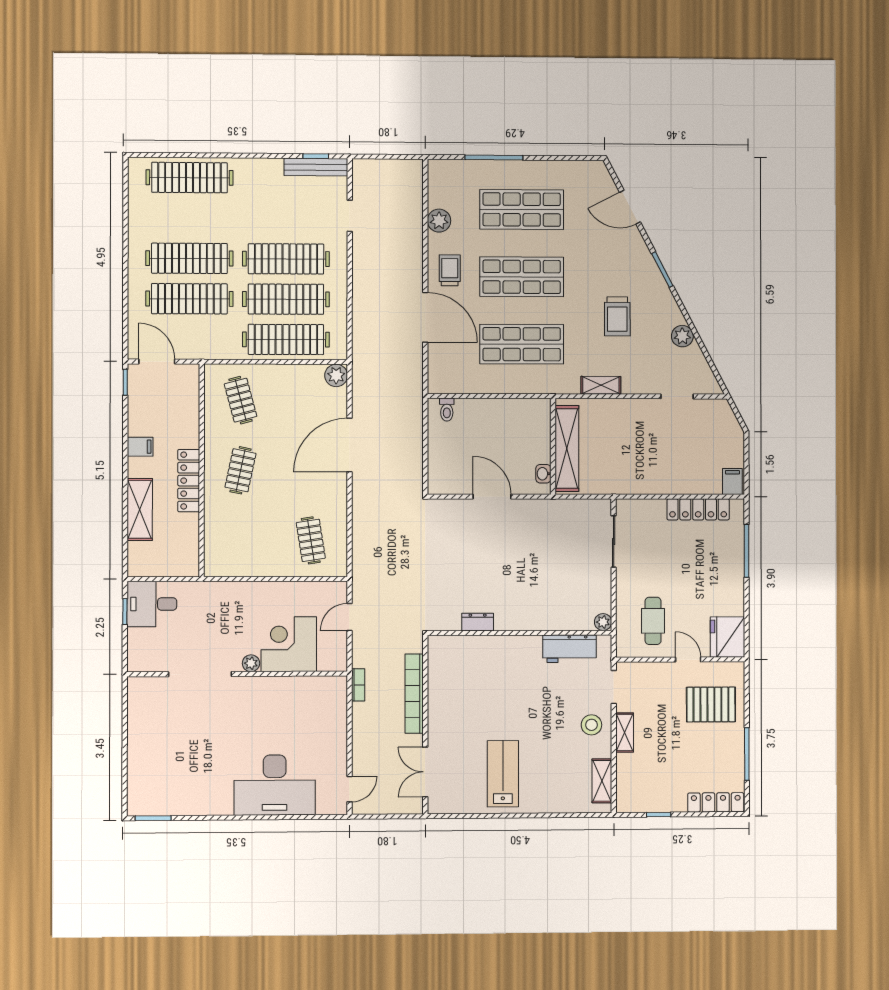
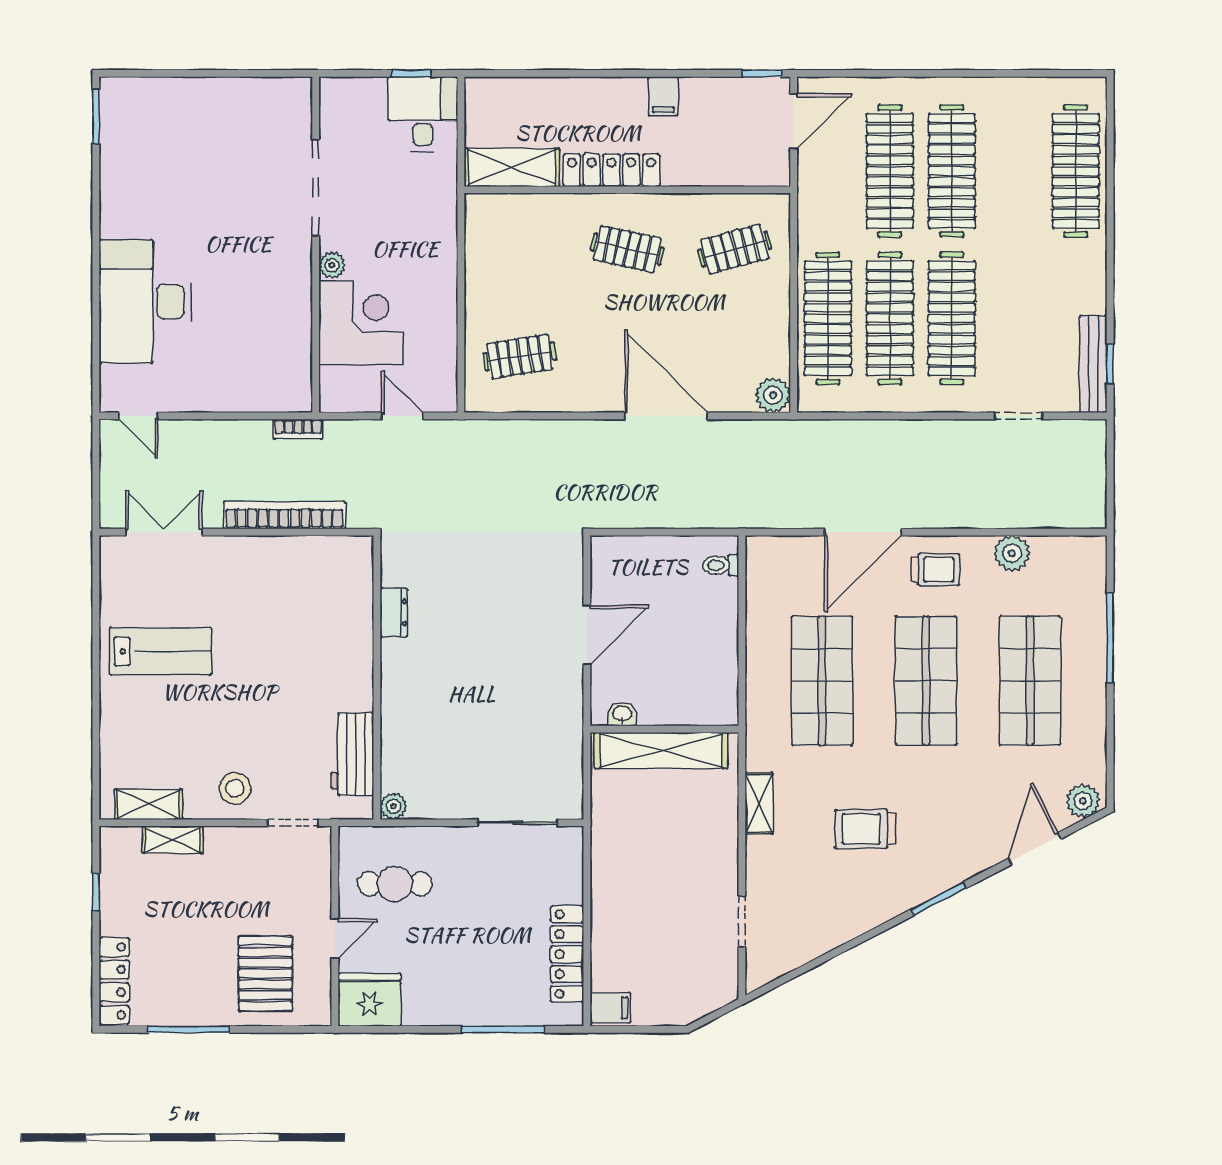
plant: (682, 336) -> (1083, 801), moved
shelving: (140, 509) -> (512, 167), moved
shelving: (625, 732) -> (173, 840), moved

